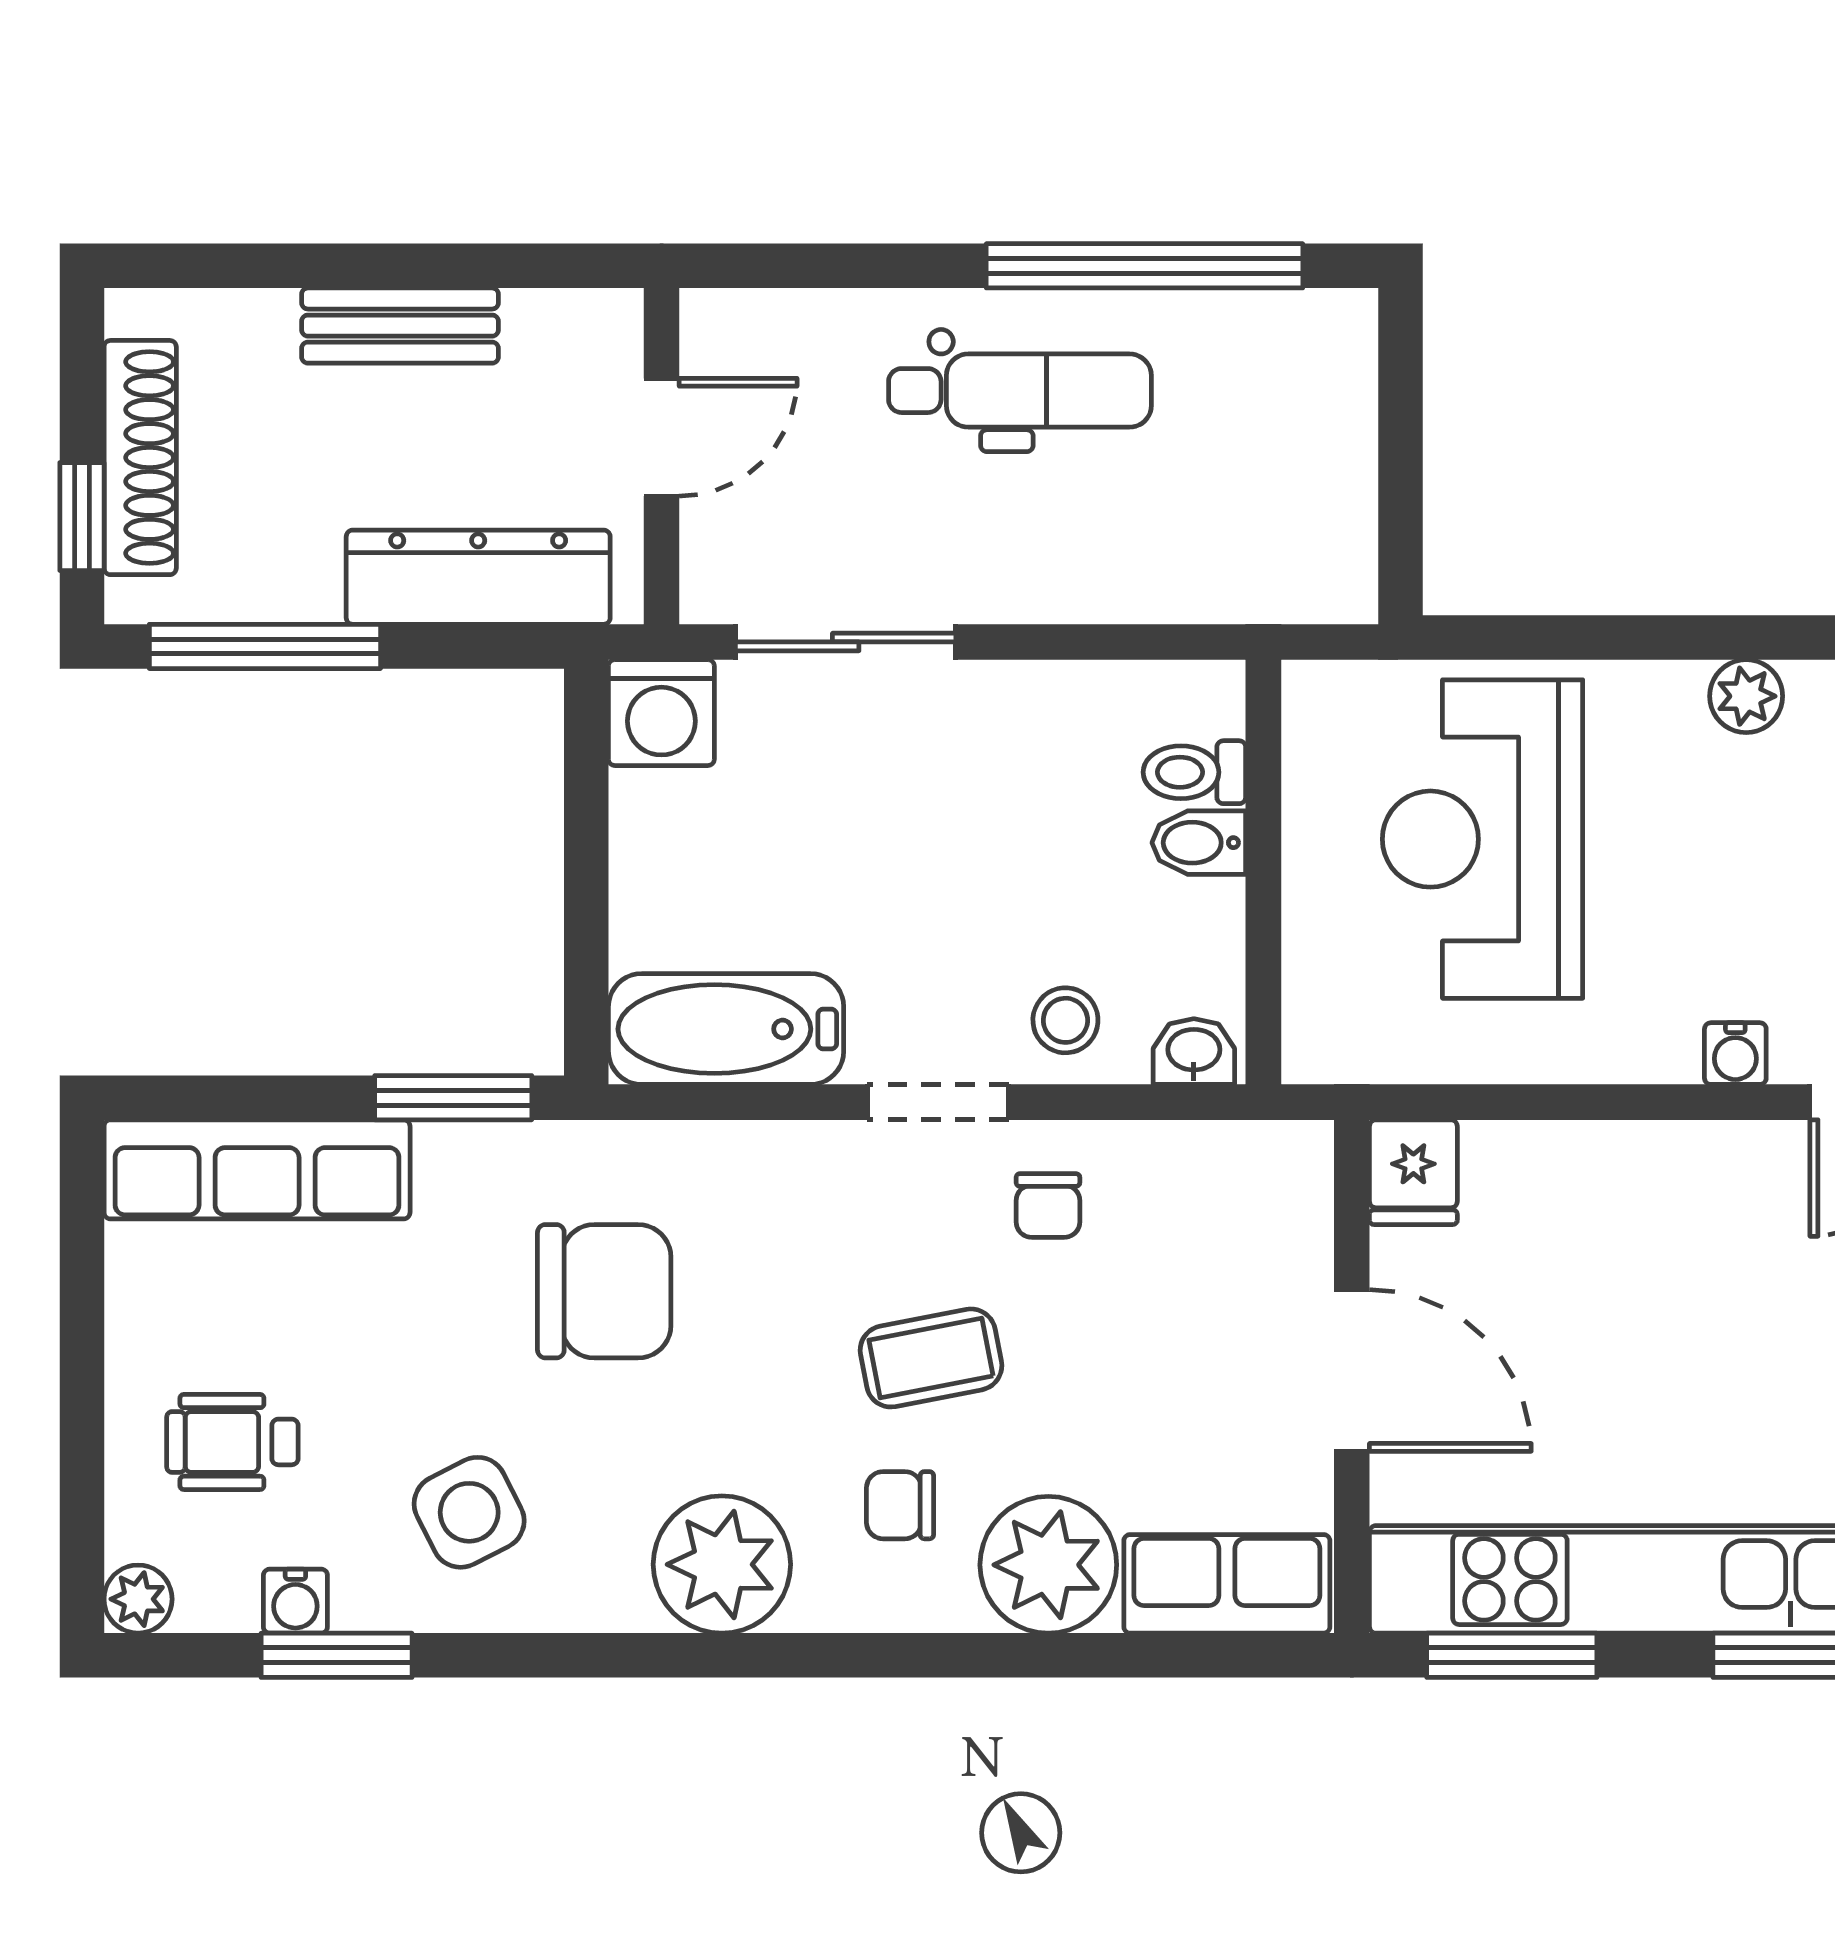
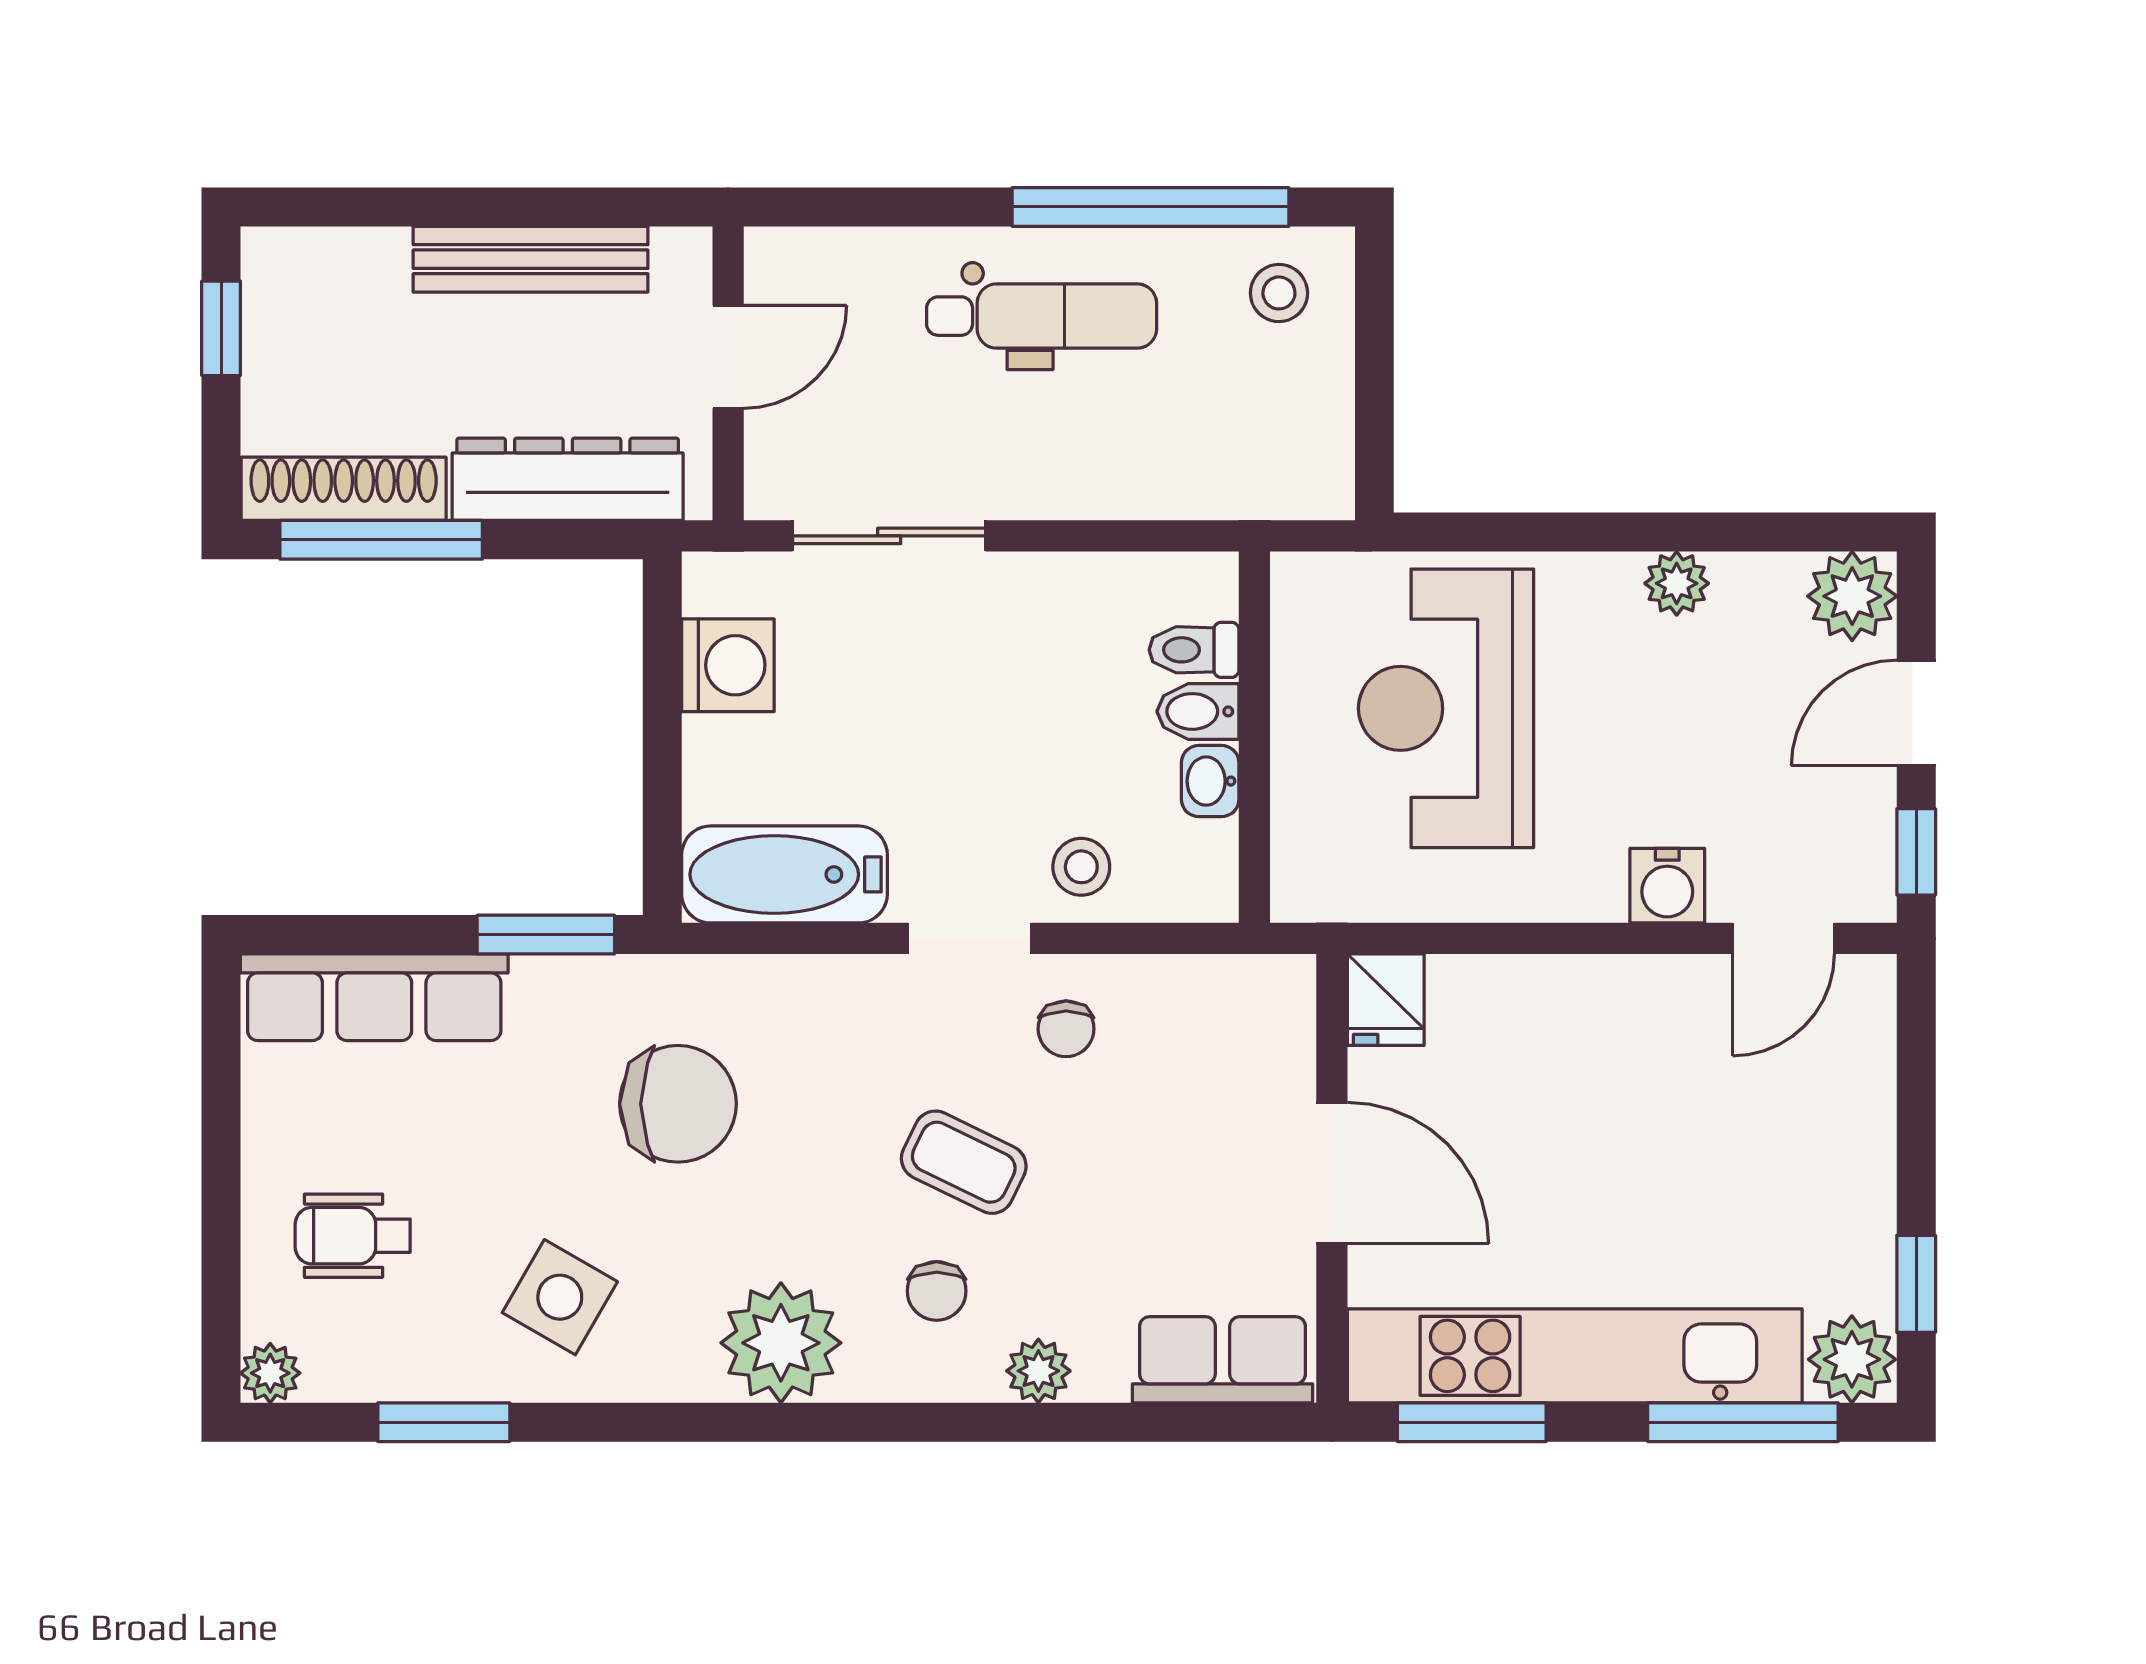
bench: (400, 326) -> (531, 259), width x1.36
stool: (1291, 364) -> (1279, 293), added
shoe rack: (140, 458) -> (344, 489), moved, turned -90
window: (82, 517) -> (221, 328), moved
washing machine: (661, 713) -> (728, 665), moved, turned -90
washbasin: (1194, 1052) -> (1210, 781), moved, turned -90
water cooler: (1735, 1054) -> (1667, 886), width x1.38, depth x1.38
coffee table: (931, 1358) -> (964, 1162), turned 37
chair: (900, 1505) -> (937, 1291), turned -90
side table: (469, 1512) -> (560, 1297), turned -33
plant: (1048, 1565) -> (1038, 1371), width x0.53, depth x0.53
water cooler: (295, 1601) -> (408, 1375), removed

